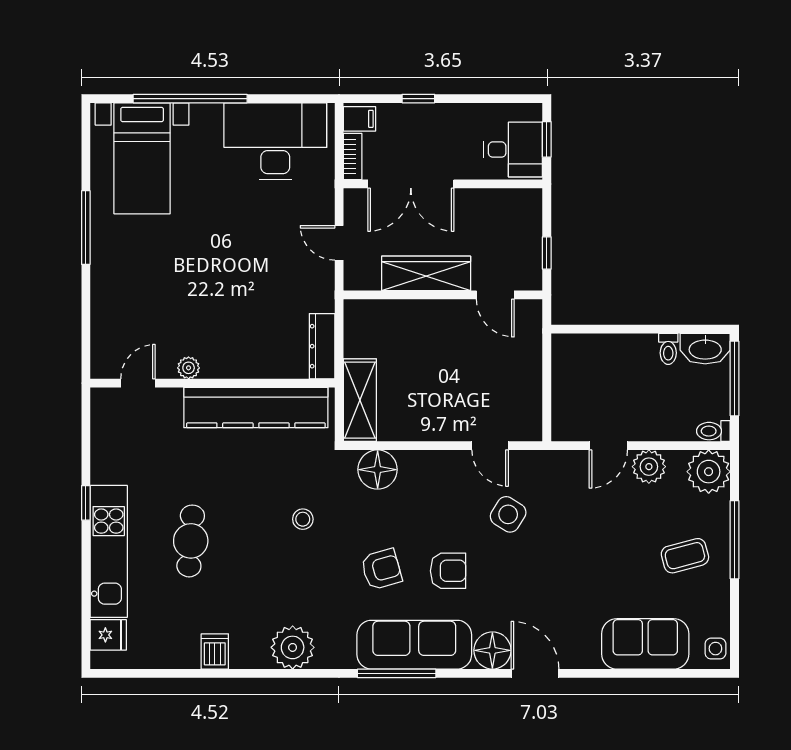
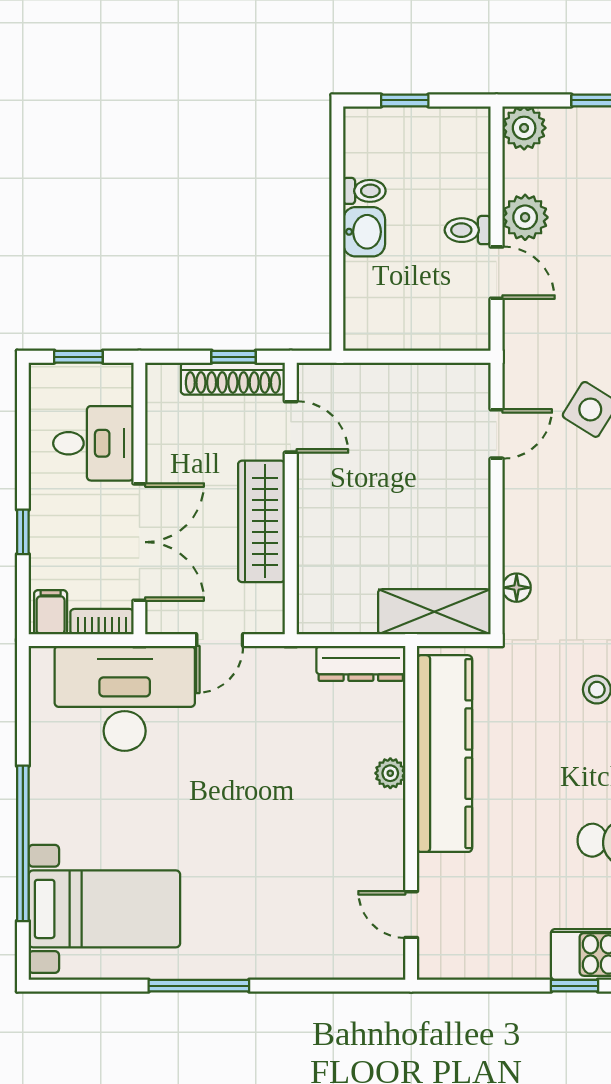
desk: (275, 141) -> (125, 698), moved, turned 90
desk: (513, 150) -> (93, 443), moved, turned 90
shoe rack: (531, 252) -> (233, 379), added
door: (495, 295) -> (291, 427), hinge flipped
washbasin: (705, 349) -> (364, 232), moved, width x0.72
plant: (189, 368) -> (390, 773), moved
window: (735, 378) -> (405, 100), width x0.46
toilet: (713, 431) -> (468, 230), moved, turned 90
floor lamp: (378, 470) -> (517, 588), width x0.53, depth x0.53
plant: (709, 472) -> (524, 128), width x0.73, depth x0.73

